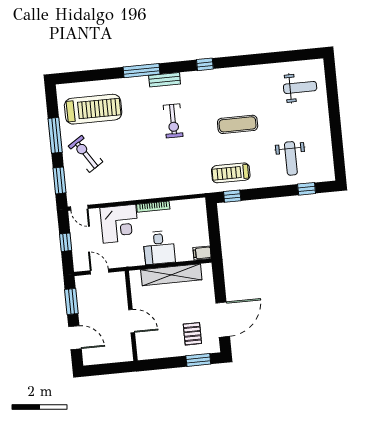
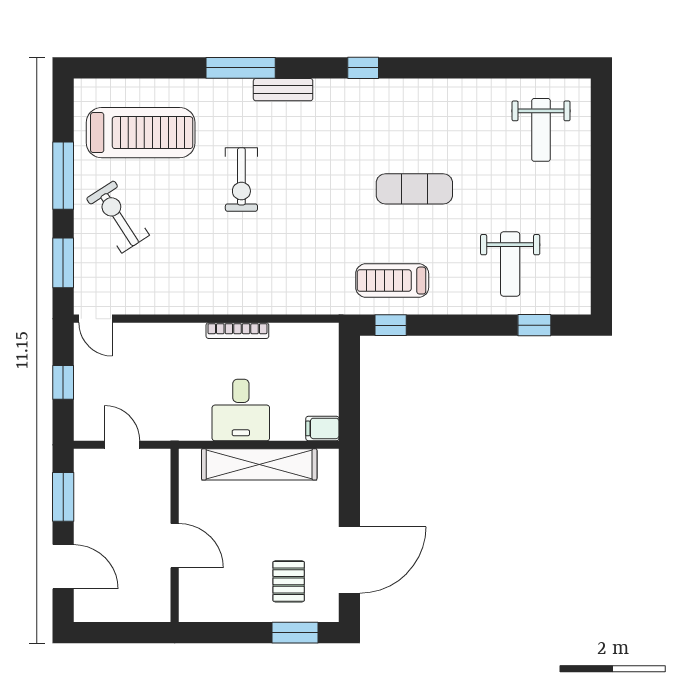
weight bench: (300, 87) -> (541, 130), turned 90
exercise bike: (173, 121) -> (241, 180), moved
corner desk: (120, 224) -> (170, 357), removed

